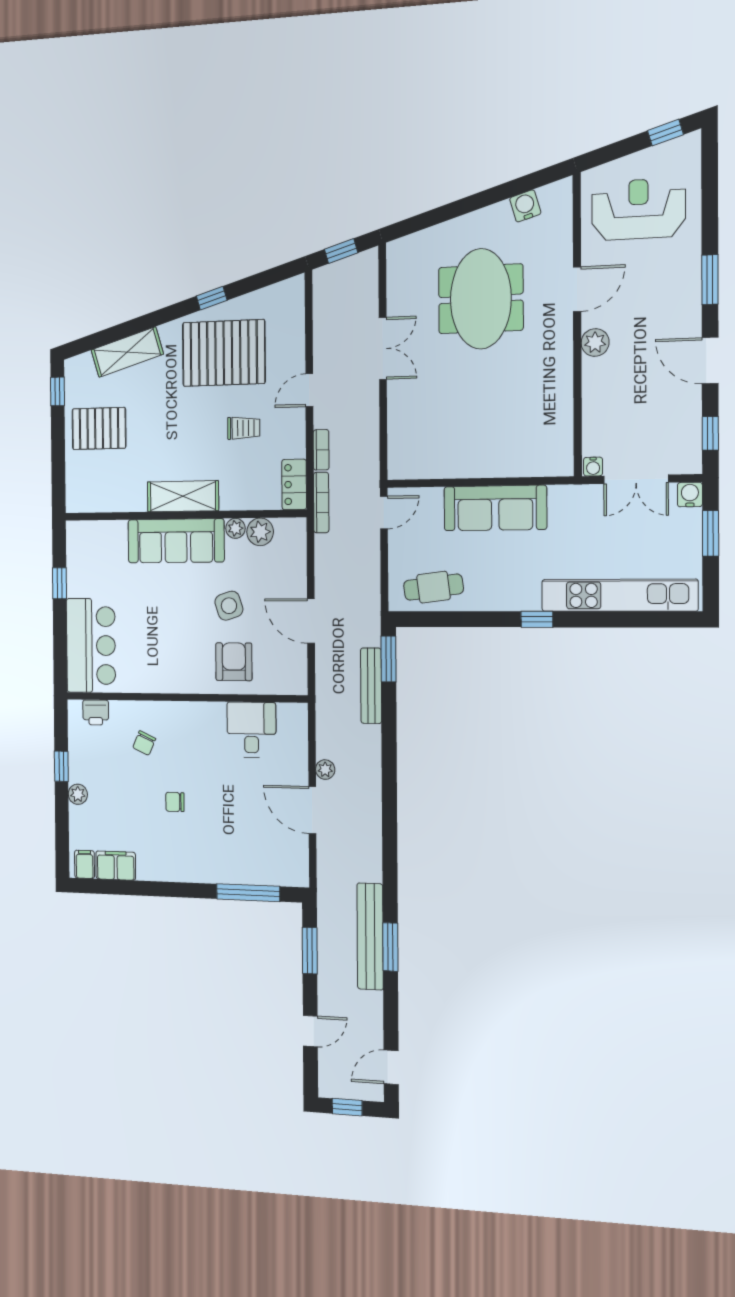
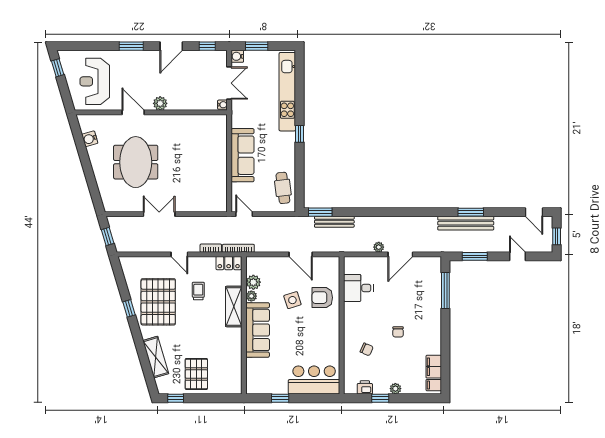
meeting table: (481, 299) -> (136, 162), turned 90
shelving: (183, 496) -> (234, 307), moved
door: (311, 621) -> (301, 254), hinge flipped
printer: (96, 712) -> (365, 387), moved, turned -90

